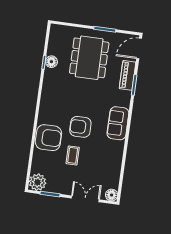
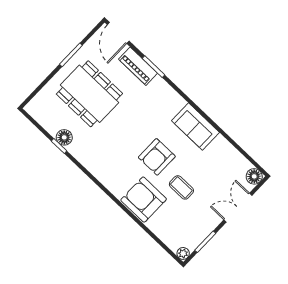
sofa: (118, 123) -> (195, 127), moved
armchair: (48, 138) -> (144, 200), turned -90
plant: (38, 182) -> (183, 253), width x0.53, depth x0.53

